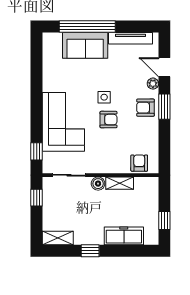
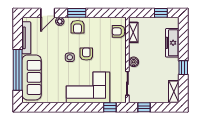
sofa: (85, 45) -> (32, 77), width x1.36
shelving: (120, 183) -> (133, 32), moved

